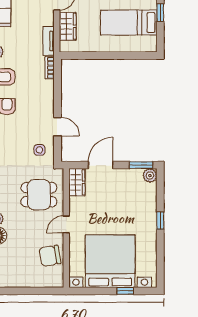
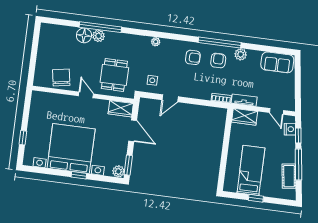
wardrobe: (68, 26) -> (245, 117), moved
bed with nightstands: (110, 261) -> (71, 149), moved, turned -90

